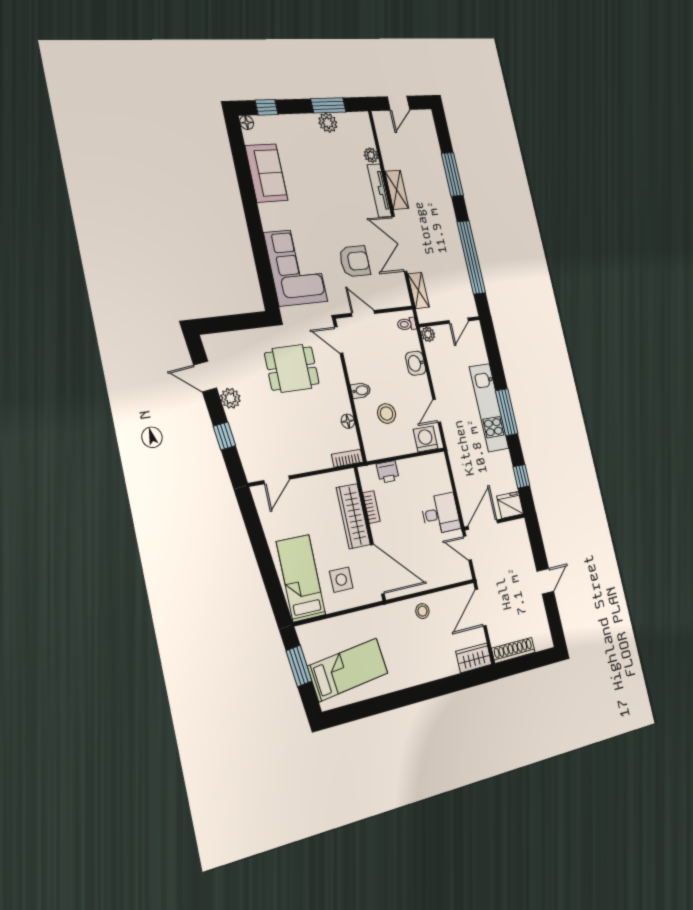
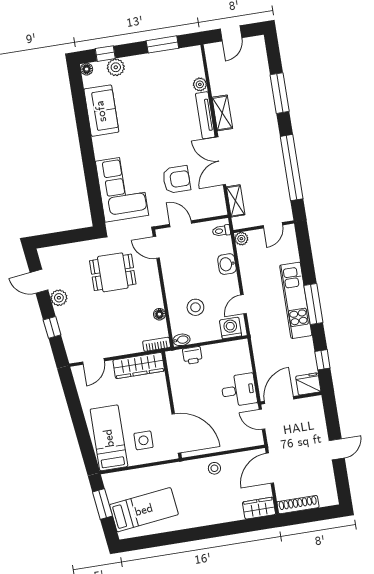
plant: (328, 123) -> (116, 67), moved
bidet: (361, 390) -> (181, 340), moved
bookcase: (371, 507) -> (175, 384), removed
wardrobe: (353, 516) -> (139, 366), moved, turned -90

